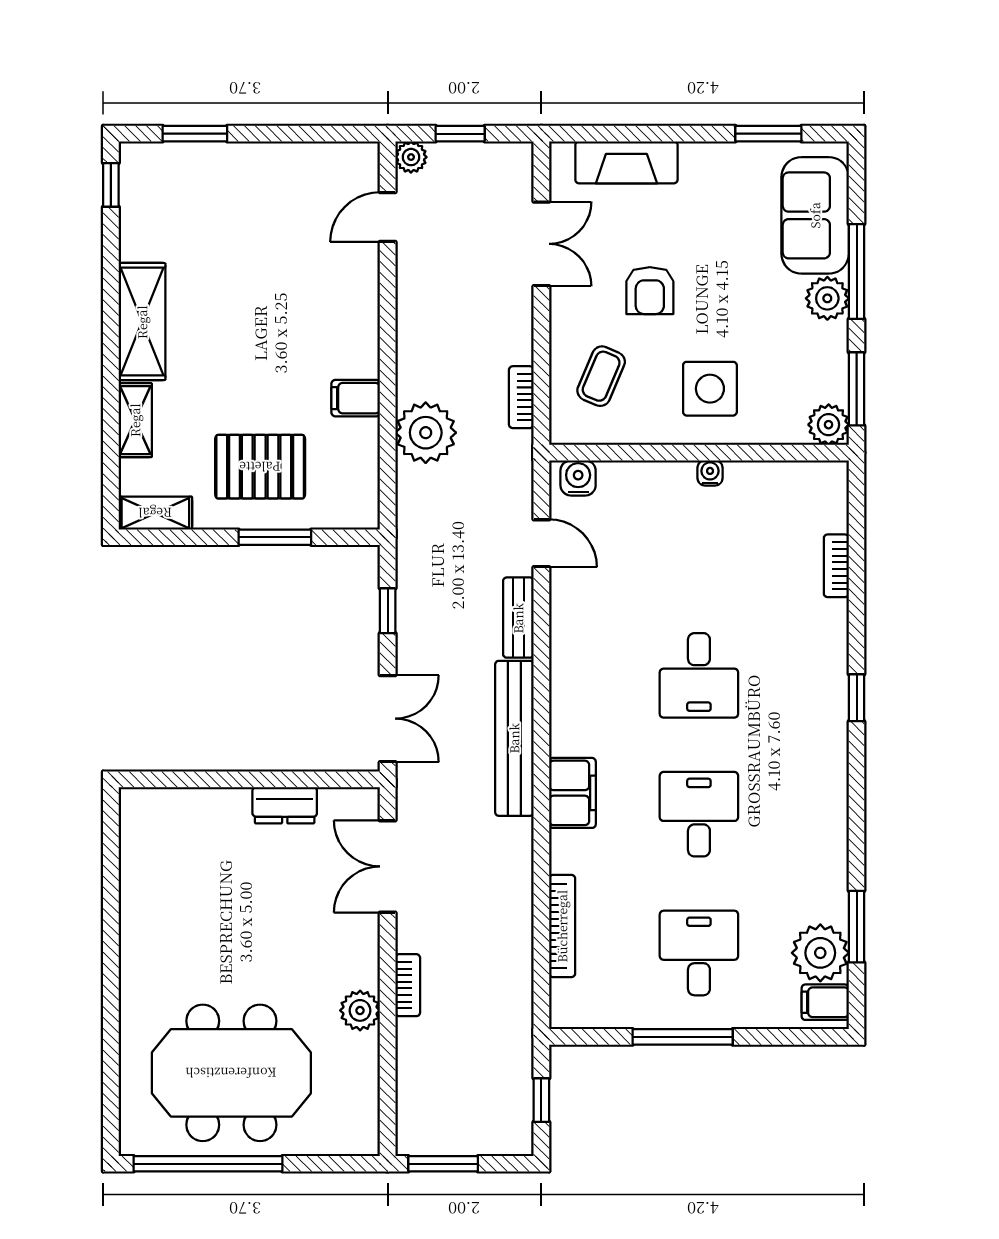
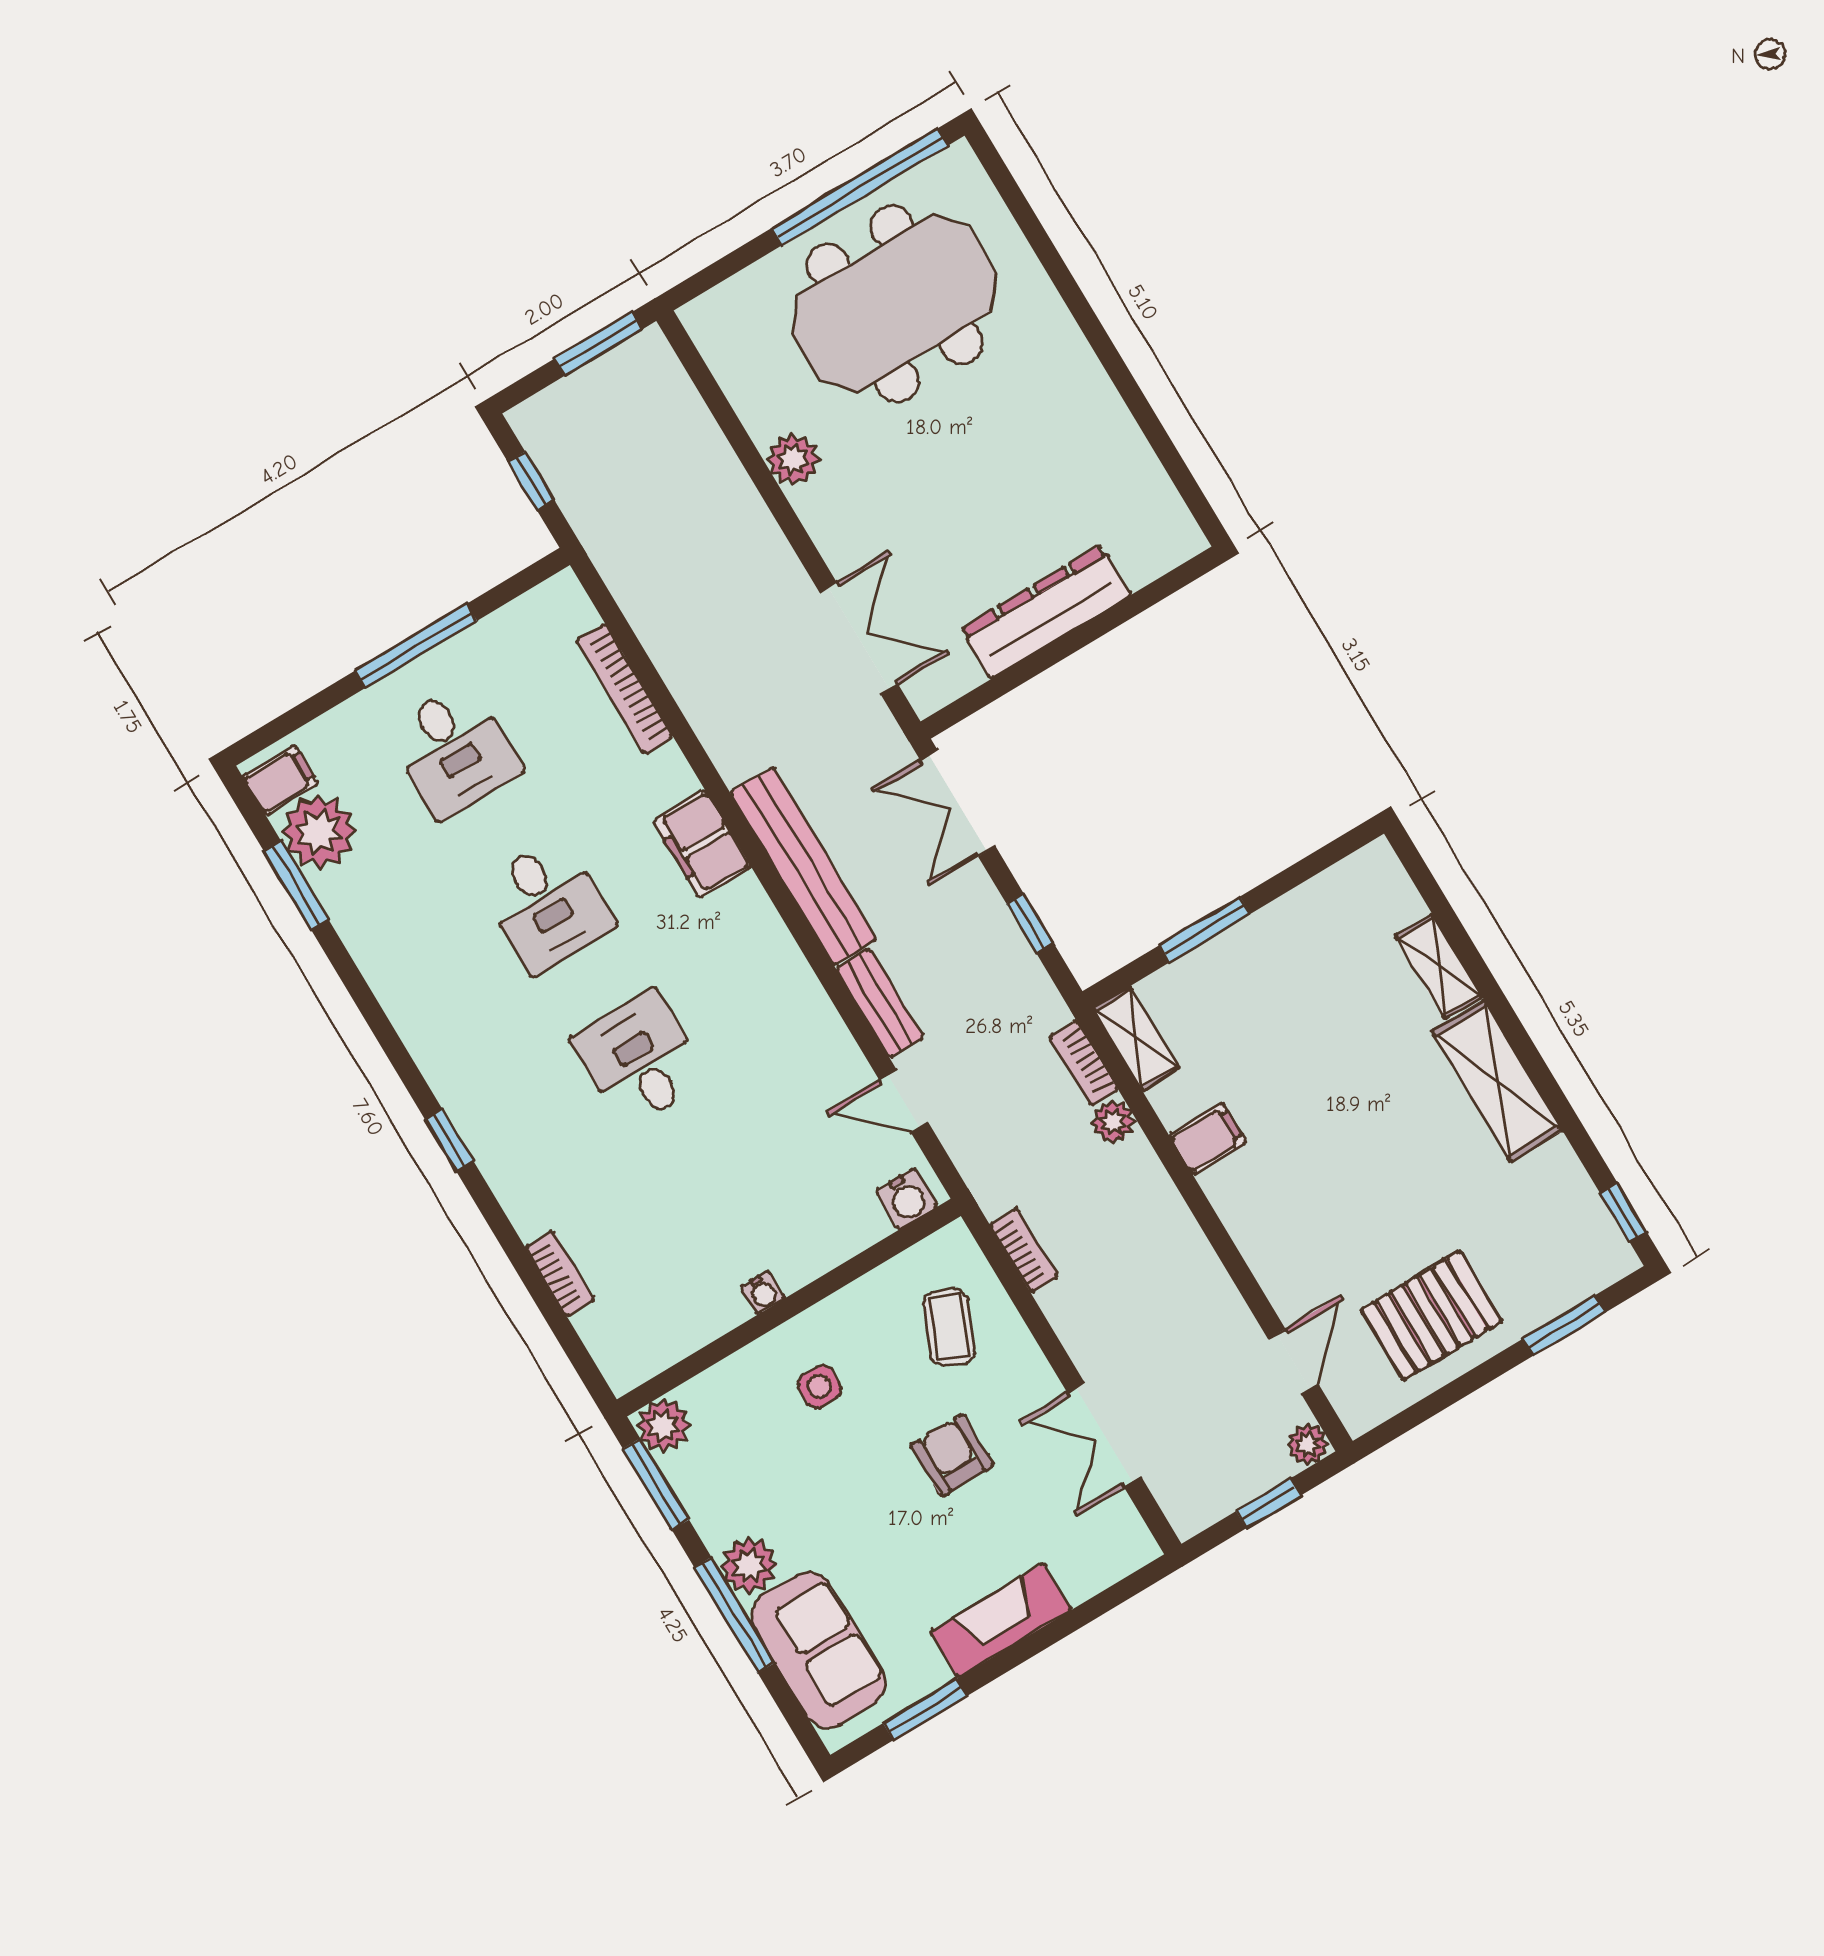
fireplace: (626, 162) -> (1001, 1620), moved
side table: (710, 389) -> (819, 1386), width x0.54, depth x0.54
plant: (426, 433) -> (1113, 1122), width x0.53, depth x0.53
pallet: (260, 467) -> (1431, 1315), moved
shelving: (155, 513) -> (1136, 1038), moved, turned 90
dresser: (285, 805) -> (1046, 612), width x1.96, depth x1.24
bookcase: (408, 985) -> (1084, 1063), moved

